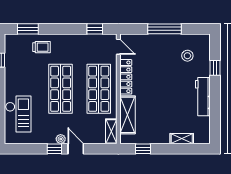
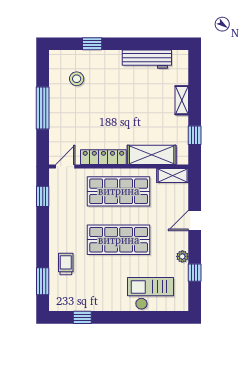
workbench: (203, 97) -> (147, 59), moved
plant: (61, 139) -> (182, 256), moved
shelving: (182, 139) -> (182, 100), moved
window: (54, 149) -> (195, 273), moved

